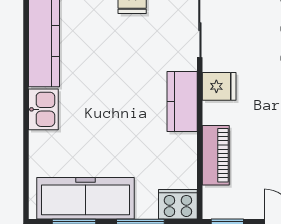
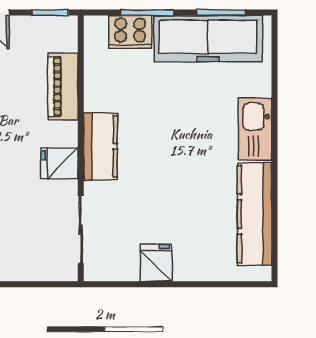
kitchen sink: (43, 109) -> (255, 129), width x1.38
cooker: (178, 204) -> (130, 32), moved

